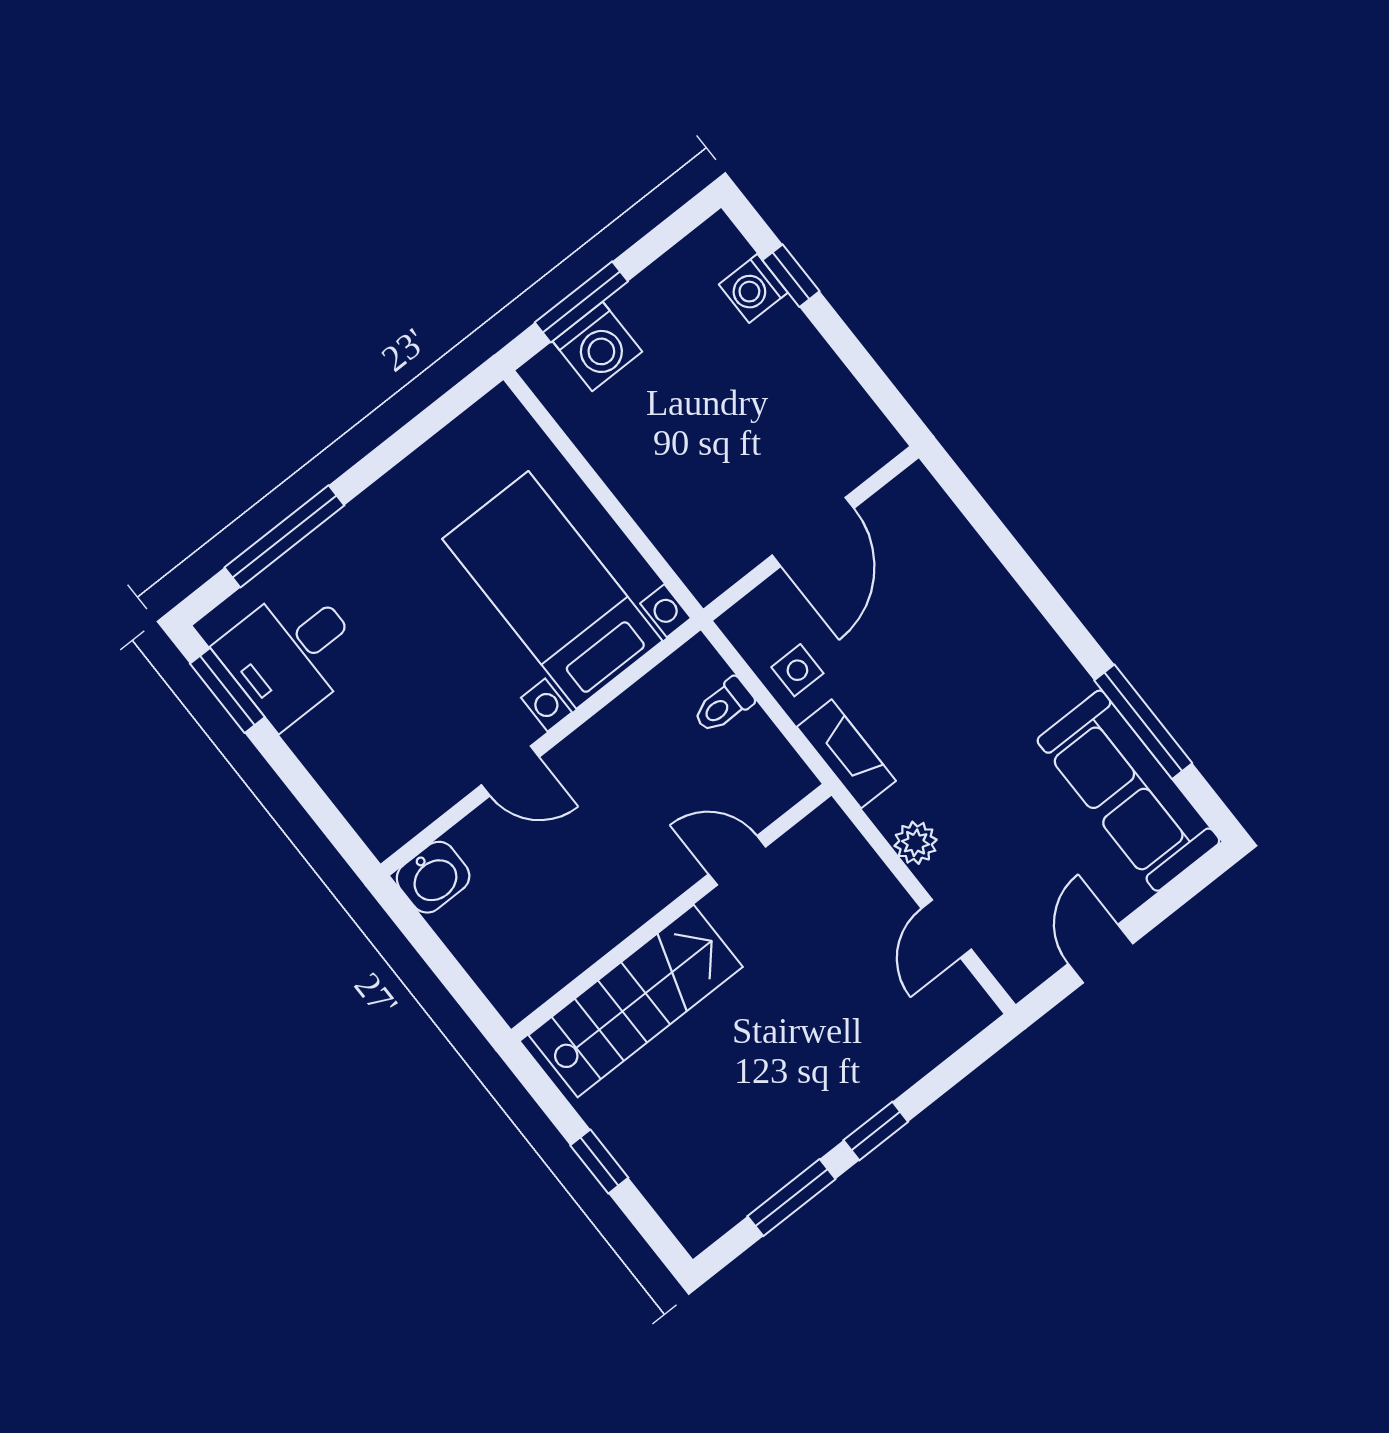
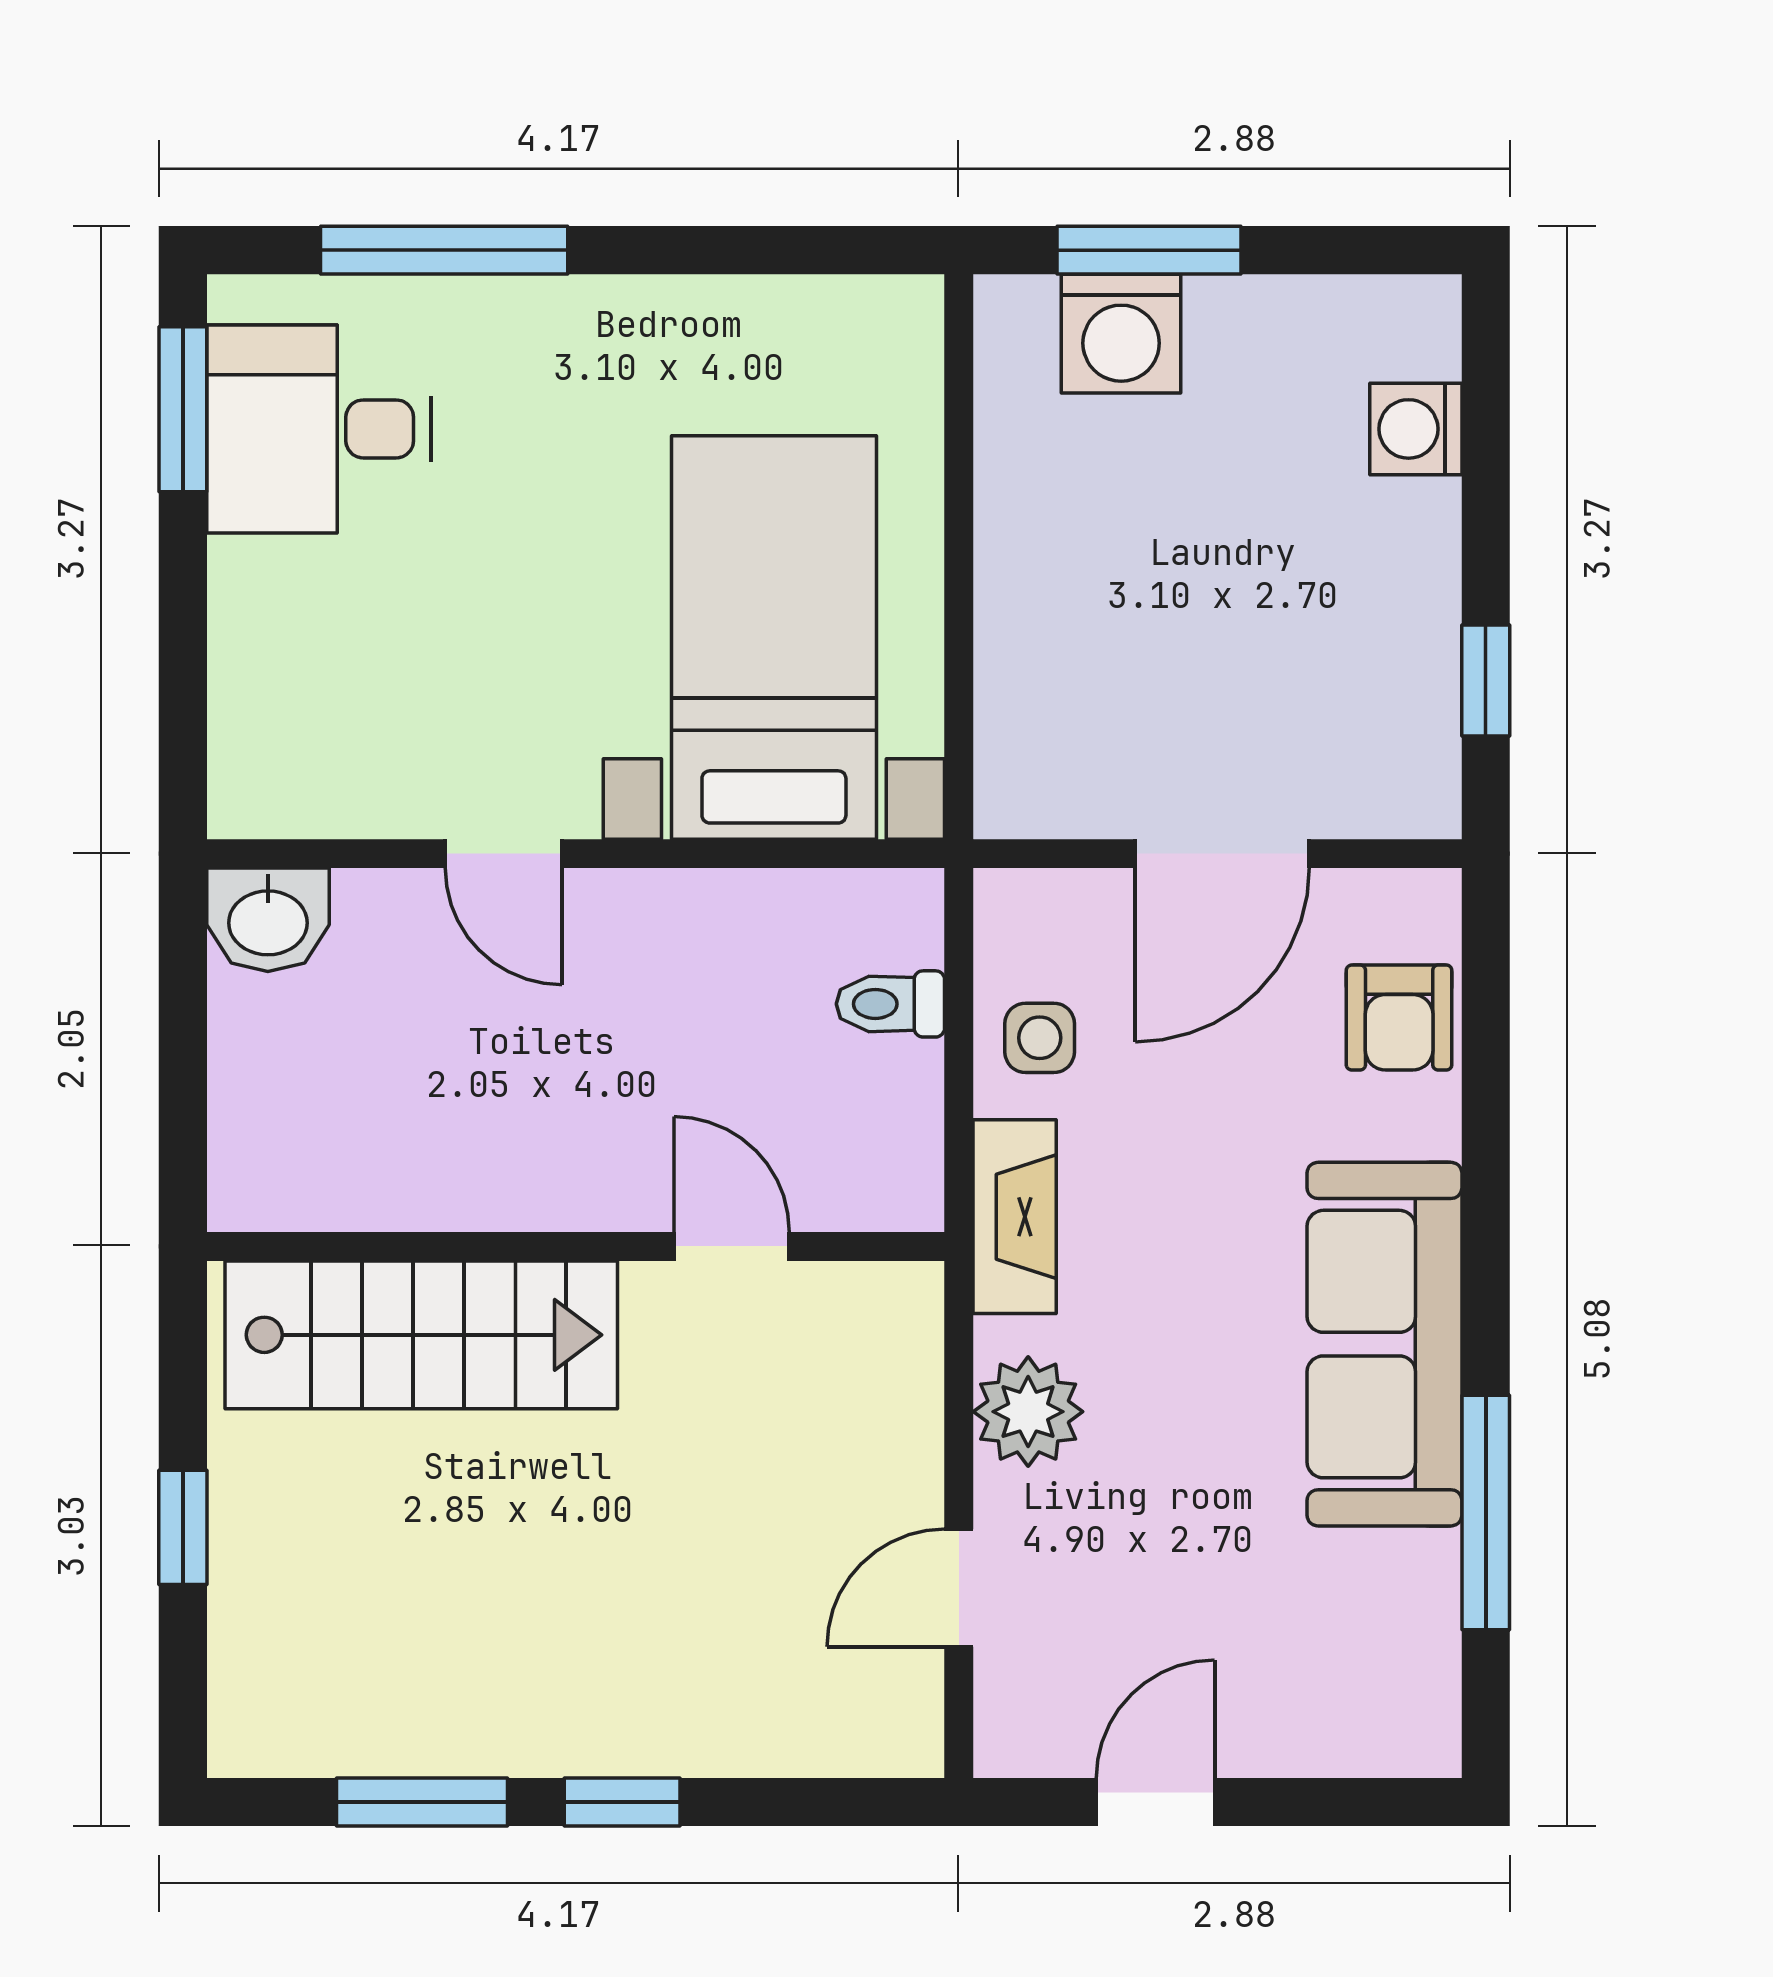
window: (791, 276) -> (1486, 680), moved
armchair: (942, 542) -> (1399, 1018), added
sofa: (1128, 791) -> (1384, 1344), moved
plant: (916, 843) -> (1028, 1412), width x1.38, depth x1.38

